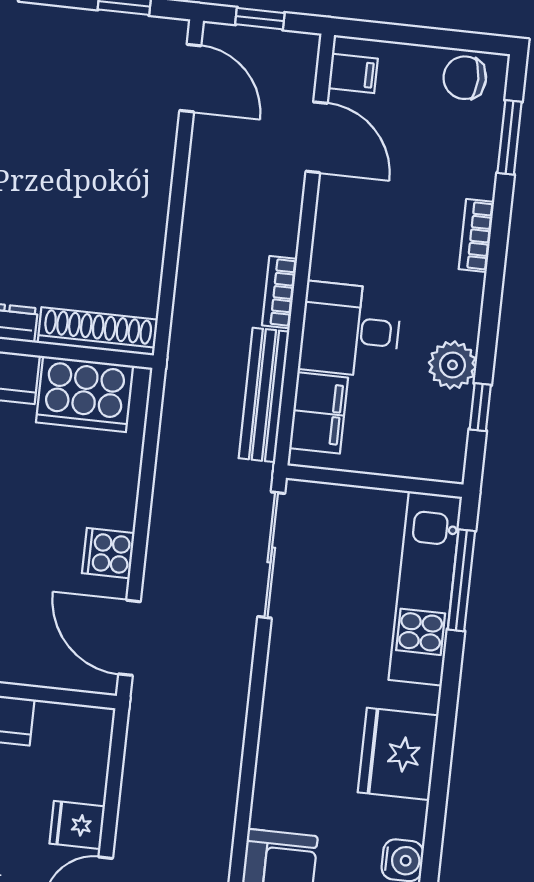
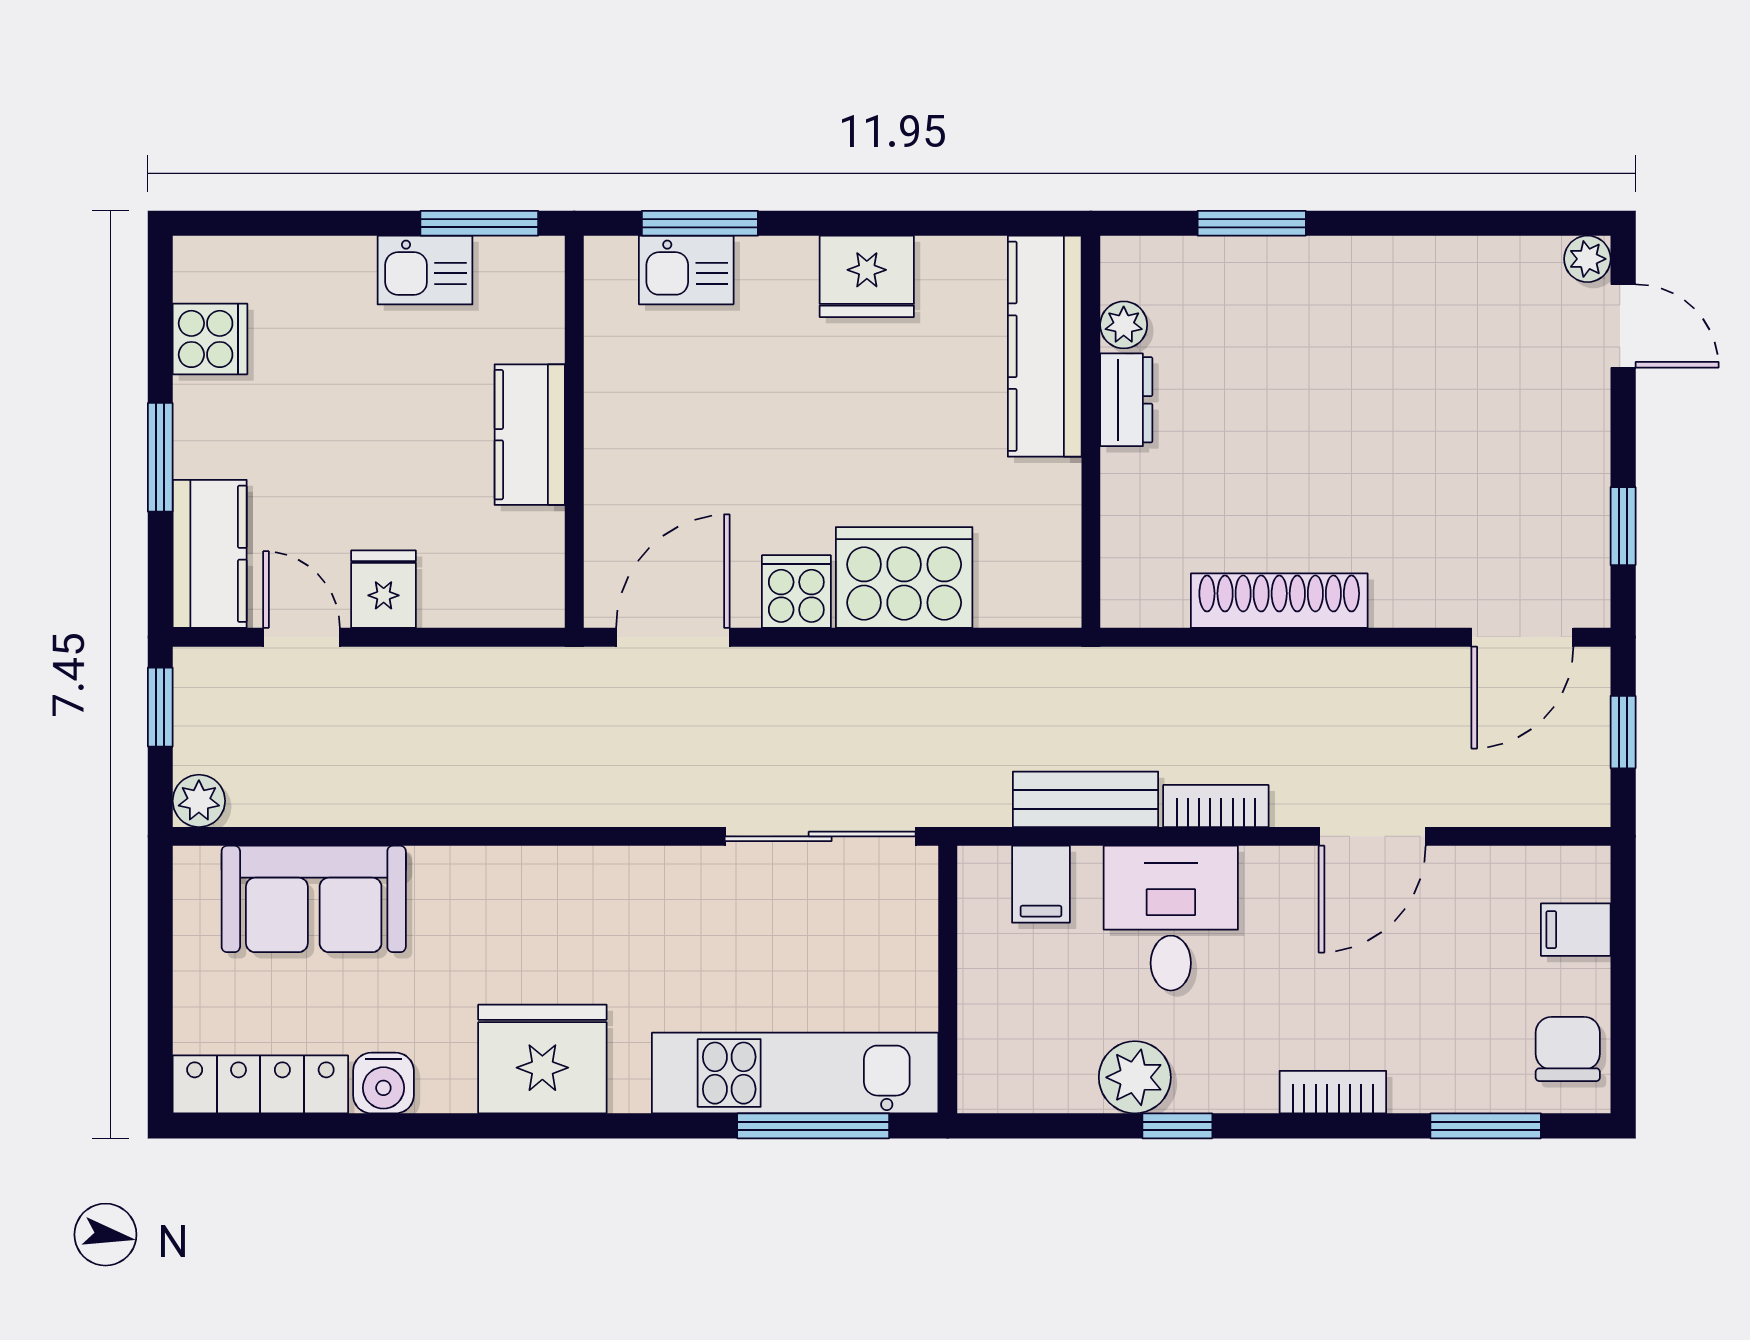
filing cabinet: (353, 73) -> (1576, 930), moved, turned 90
door: (317, 137) -> (1372, 836), moved
shoe rack: (98, 331) -> (1279, 601), moved, turned -90
cooker: (85, 394) -> (904, 577), moved, turned 90
bench: (264, 395) -> (1086, 799), width x0.73
window: (480, 407) -> (1177, 1126), moved
filing cabinet: (319, 413) -> (1041, 884), width x0.50

